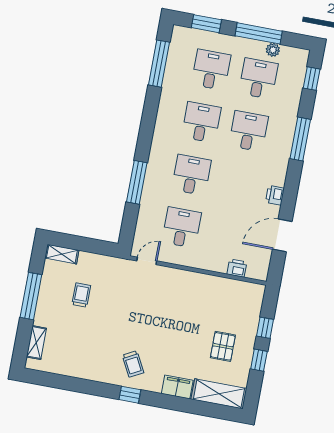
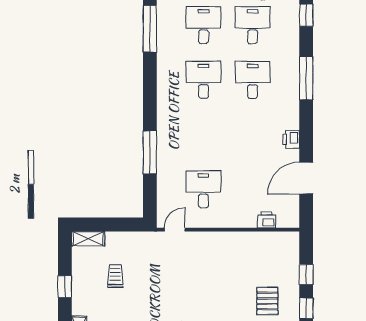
desk: (191, 175) -> (203, 135), removed
window: (31, 296) -> (65, 287), width x0.46

